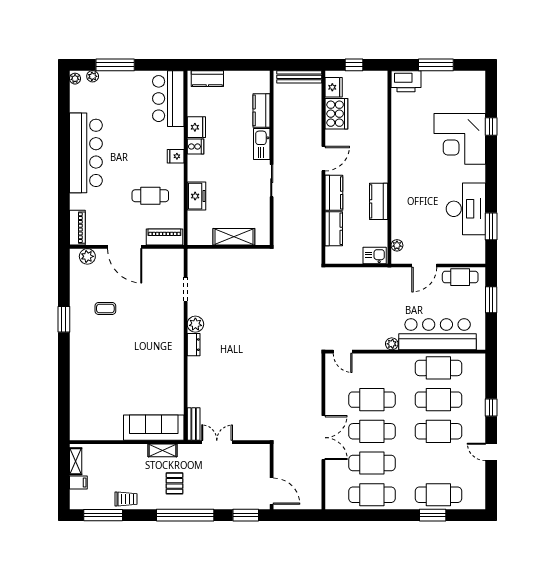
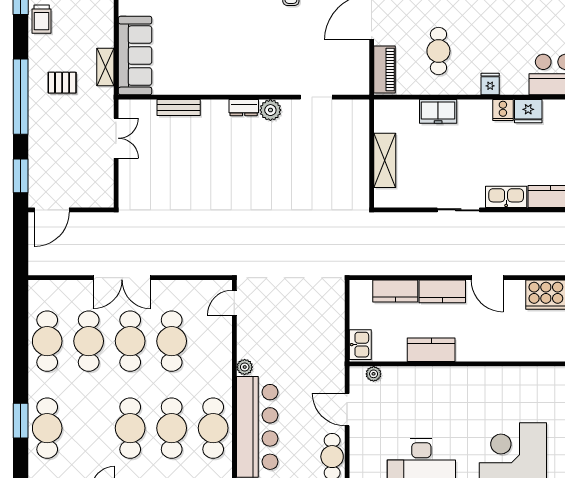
bench: (194, 424) -> (179, 108), moved

